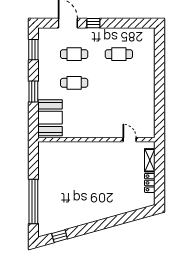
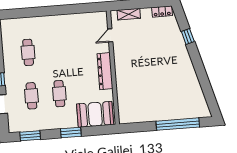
dresser: (93, 131) -> (105, 71), added
locker: (150, 183) -> (162, 12), moved
window: (60, 236) -> (188, 37), moved

